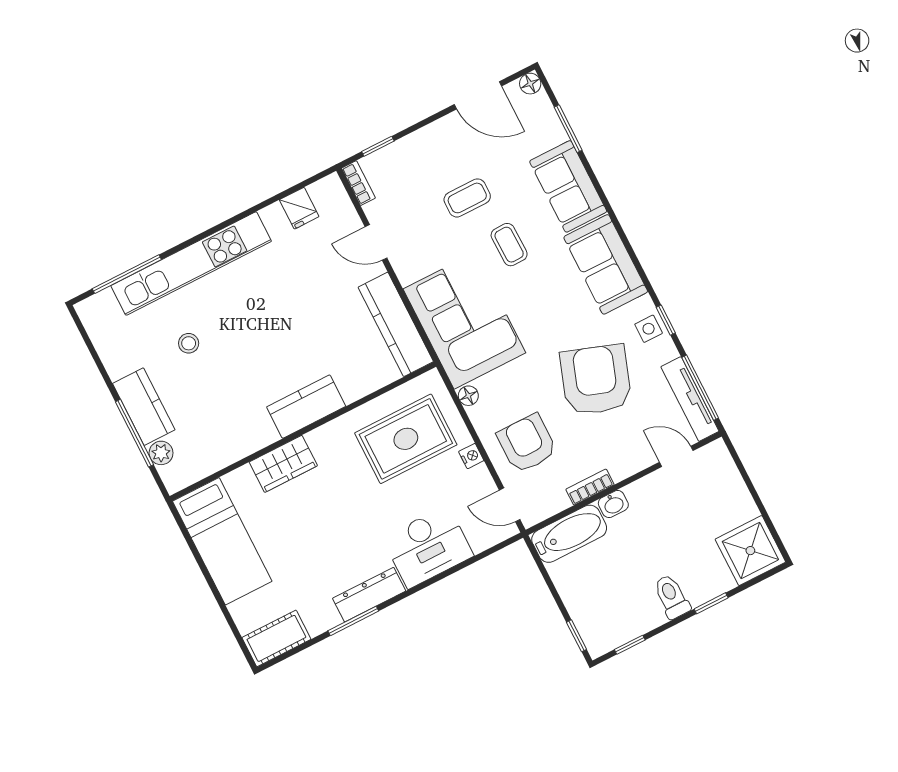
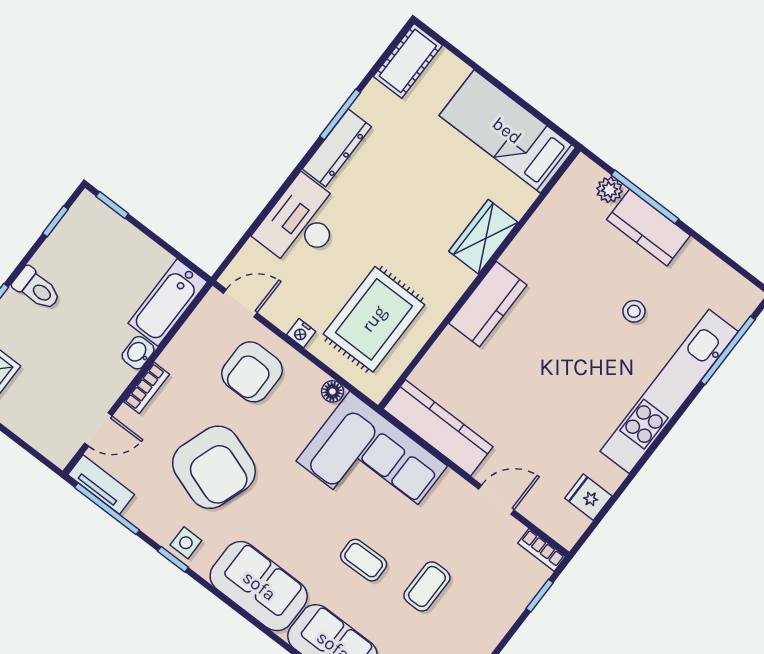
tv unit: (690, 399) -> (101, 485), width x0.71
armchair: (527, 443) -> (252, 372), turned 90
bookcase: (590, 487) -> (147, 388), moved

